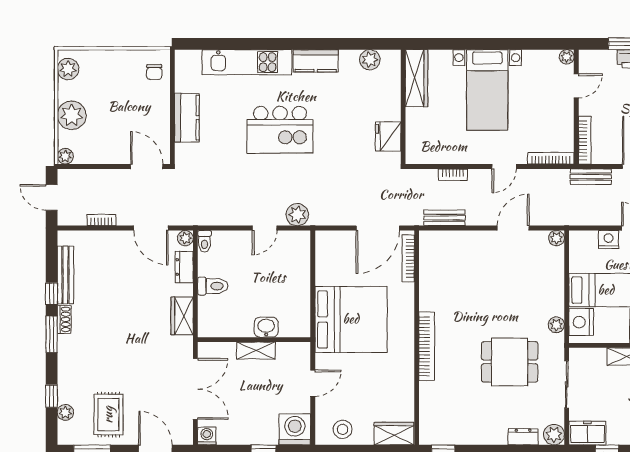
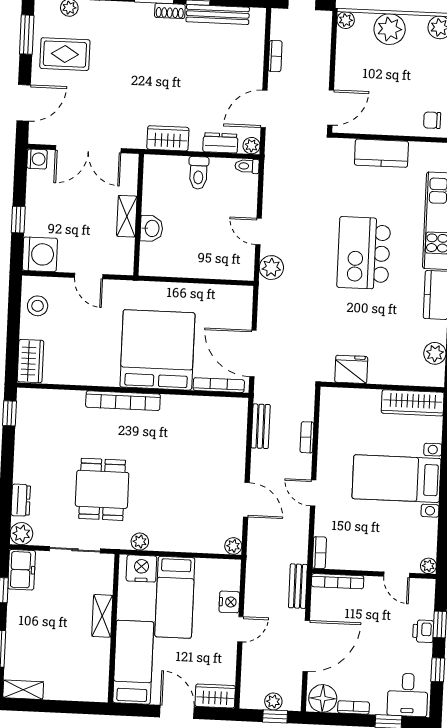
bookcase: (551, 158) -> (319, 553), width x0.64
bed: (351, 319) -> (157, 350), moved, turned 180

